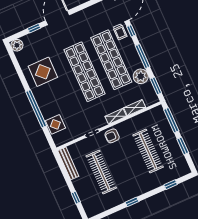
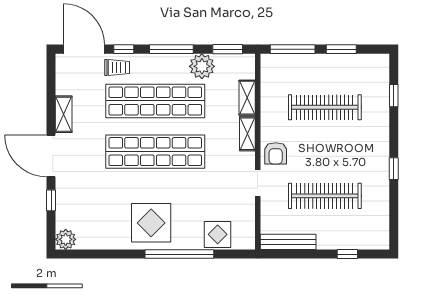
shelving: (83, 15) -> (64, 114), added
display table: (43, 72) -> (151, 223), moved

